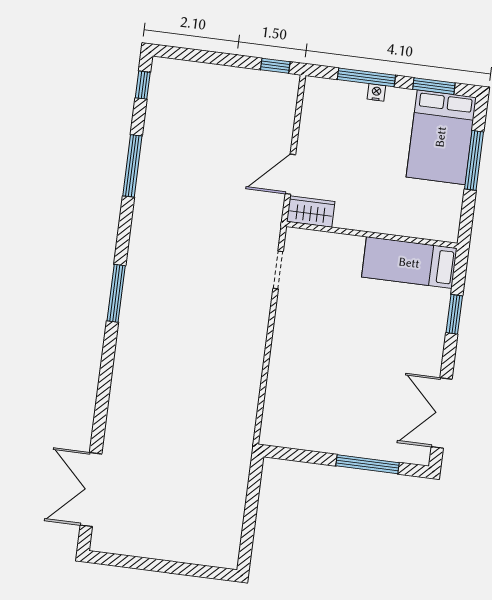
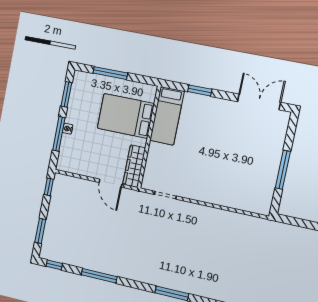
window: (199, 56) -> (40, 231), added
bed: (441, 137) -> (126, 116), moved, turned 180
wardrobe: (311, 211) -> (134, 166), width x1.50
double door: (442, 413) -> (259, 102), swing flipped
window: (367, 464) -> (283, 170), moved

